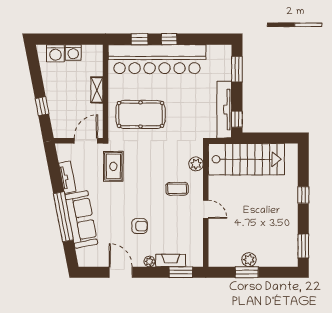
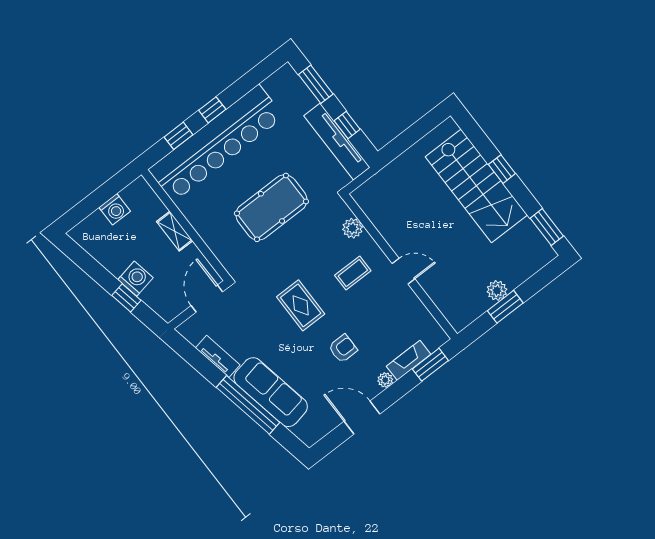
washing machine: (55, 53) -> (136, 279), moved, turned -101
pool table: (141, 114) -> (271, 207), moved
window: (237, 119) -> (347, 125), moved
stairs: (246, 159) -> (476, 186), moved, turned 90
rug: (113, 166) -> (301, 305), moved

